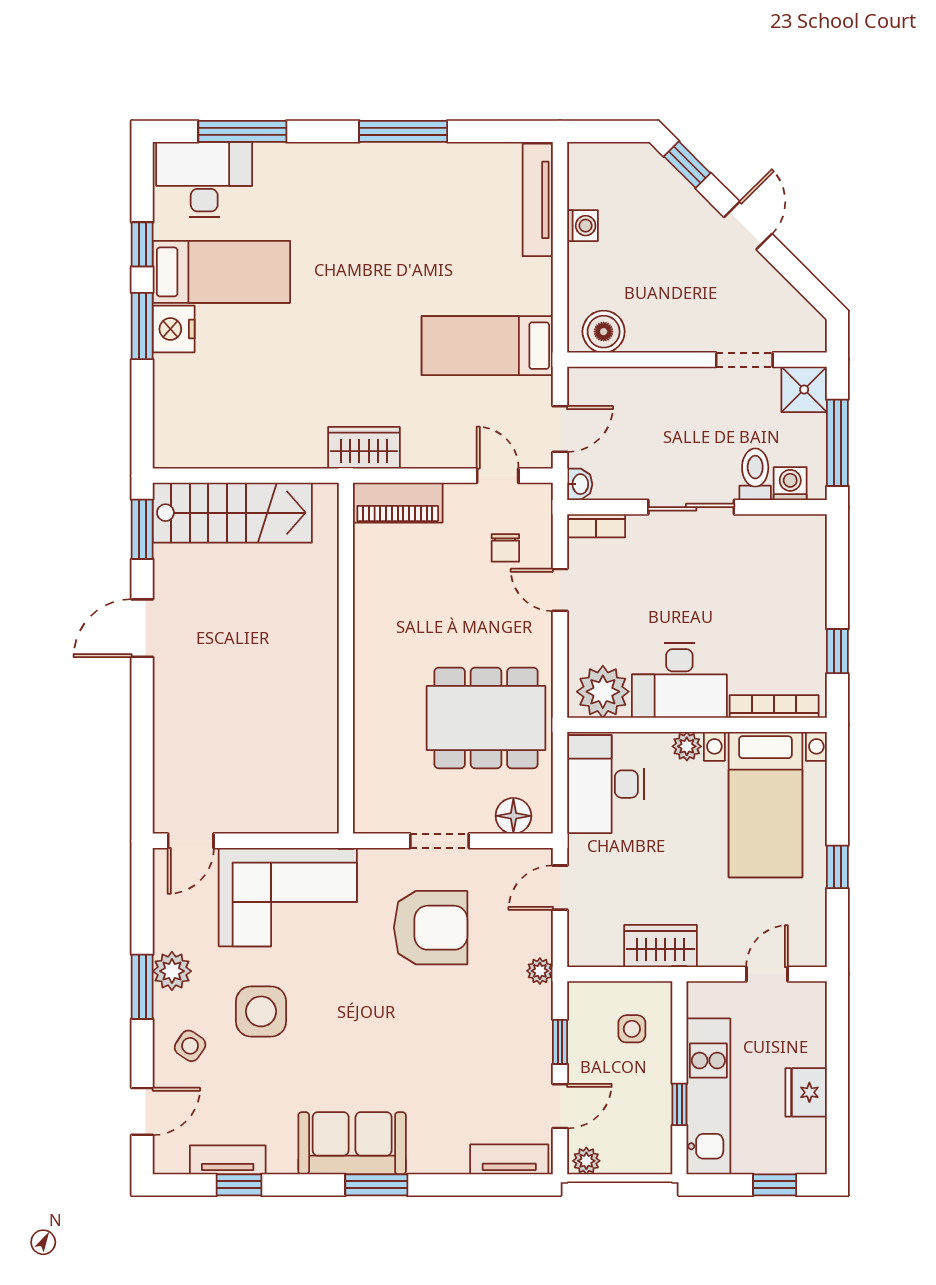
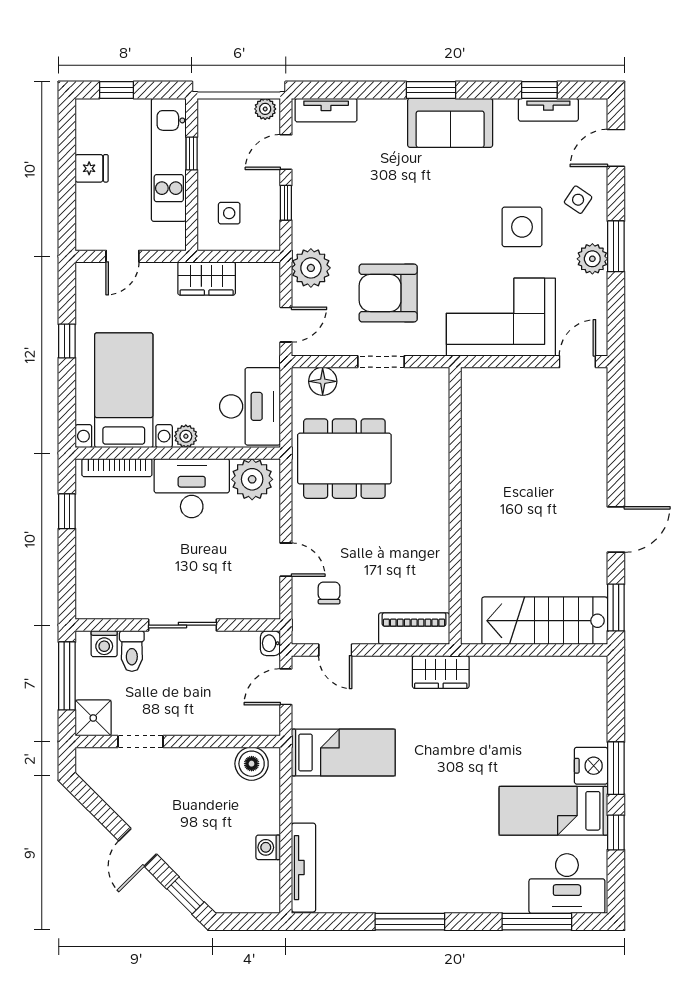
bookcase: (596, 526) -> (257, 610), removed
plant: (540, 971) -> (311, 268), width x1.88, depth x1.88
fridge: (806, 1092) -> (92, 168), width x0.72

